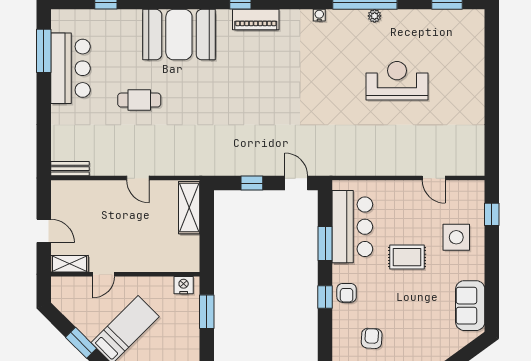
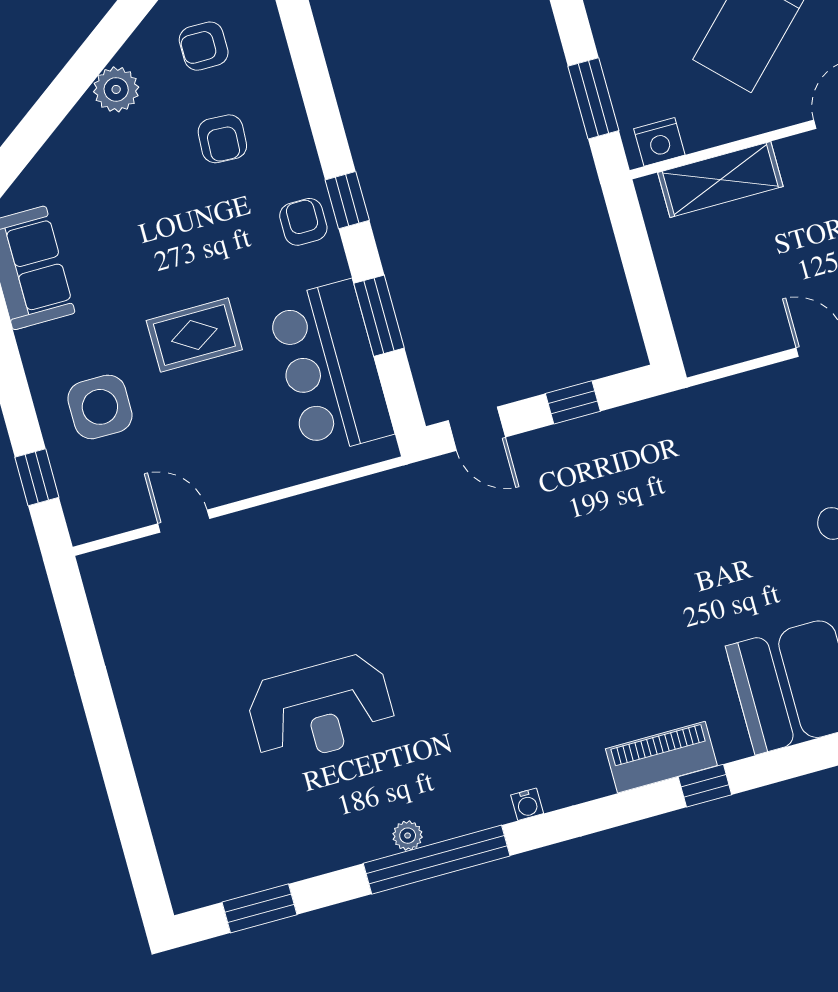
shelving: (189, 208) -> (720, 180), moved, turned 90

